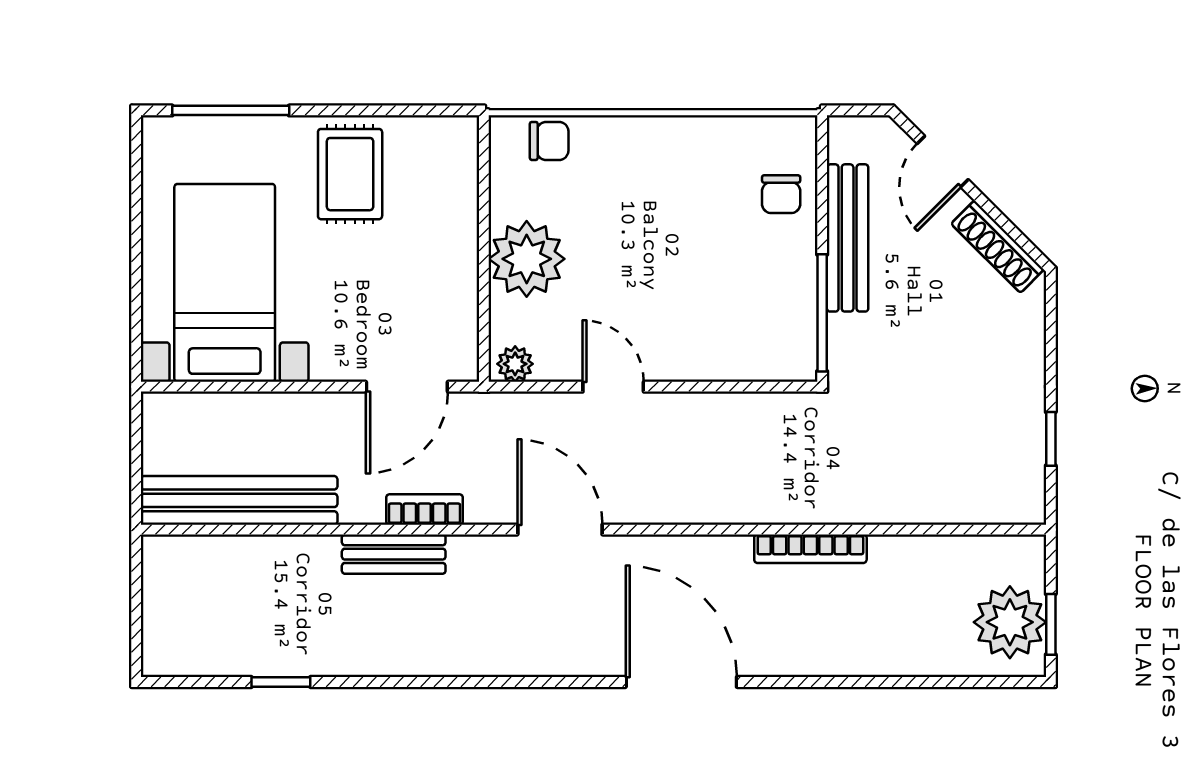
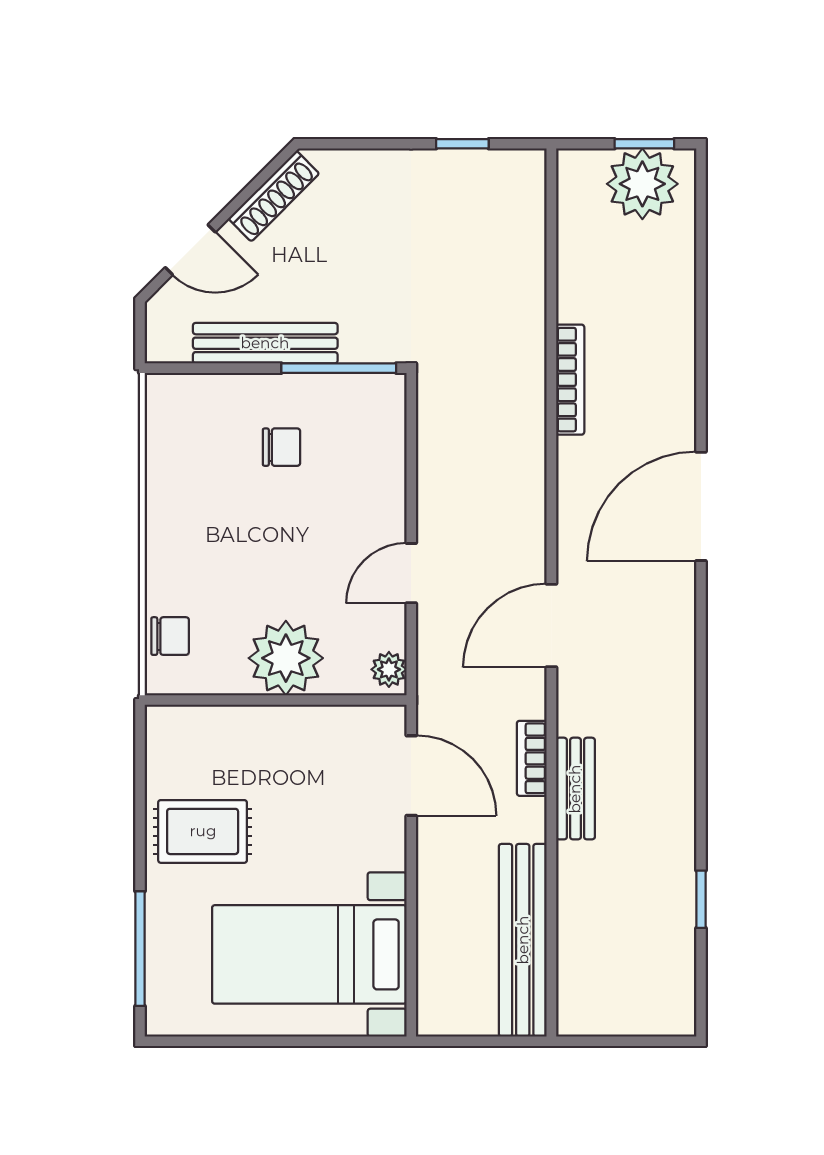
chair: (549, 141) -> (170, 636), turned 90
chair: (781, 194) -> (281, 447), moved

